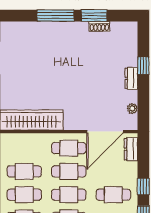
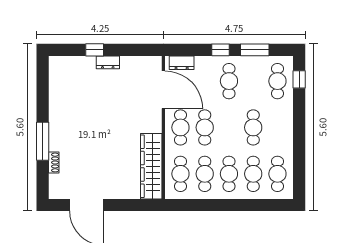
window: (94, 16) -> (43, 101), removed
shoe rack: (99, 26) -> (54, 162), moved
plant: (132, 108) -> (139, 61), removed
cafe table: (69, 195) -> (180, 174), moved

